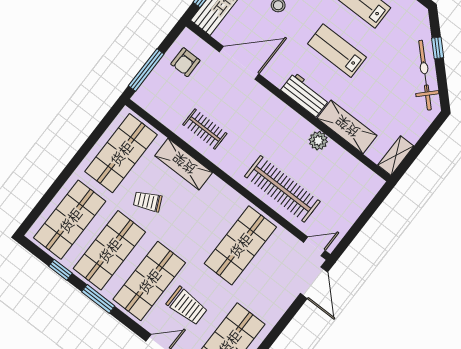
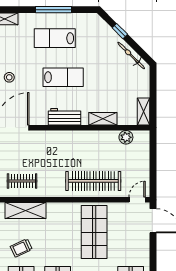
lab bench: (337, 51) -> (63, 77), turned 180
bicycle: (425, 75) -> (131, 55), width x0.73, depth x0.71
shelving: (347, 127) -> (103, 119), width x0.67, depth x0.75
plant: (318, 141) -> (126, 137), moved

